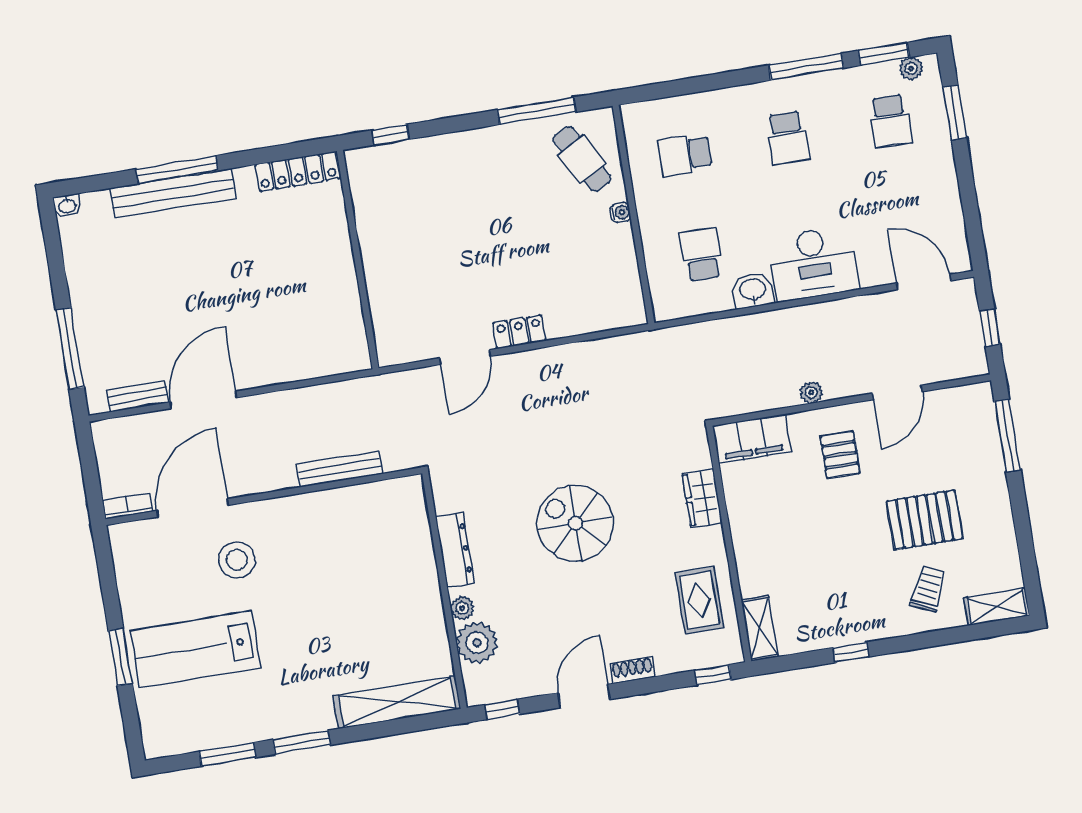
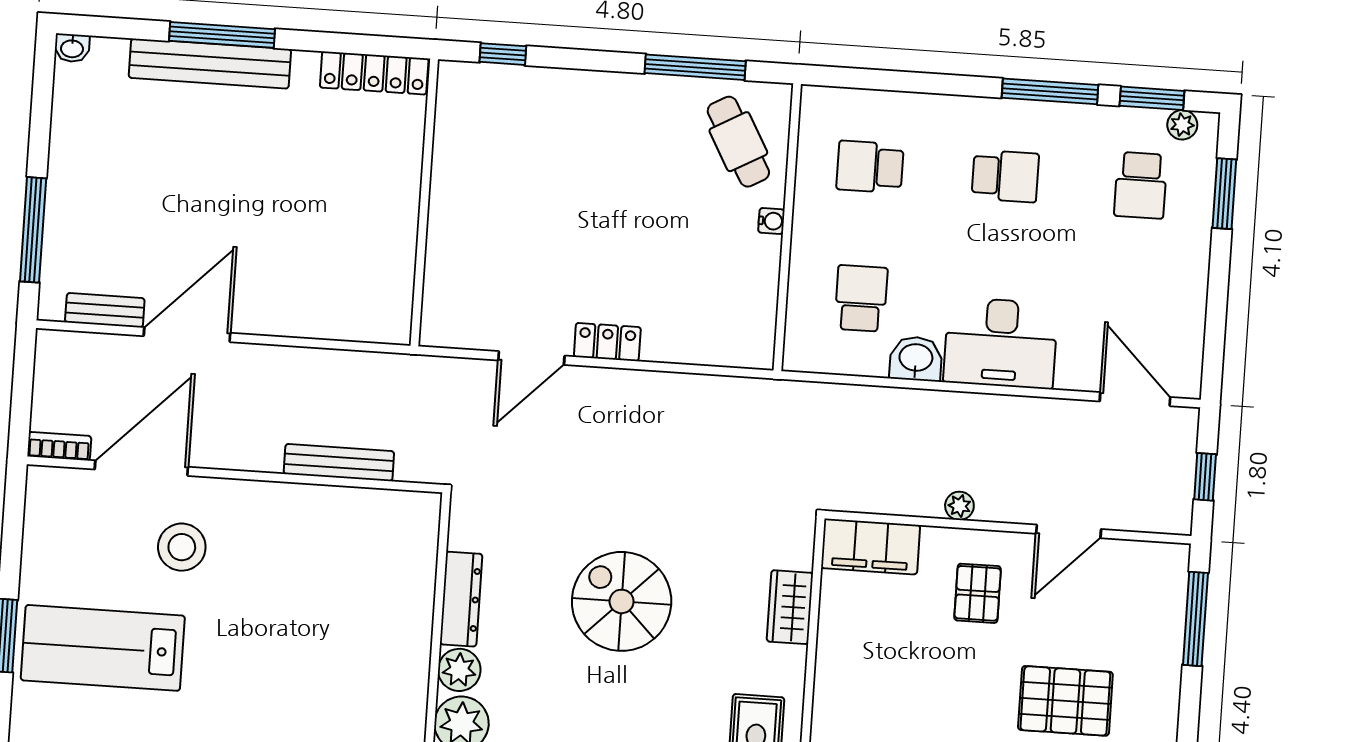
school desk: (788, 138) -> (1005, 176), turned -90
plant: (462, 608) -> (459, 670), width x1.38, depth x1.38

